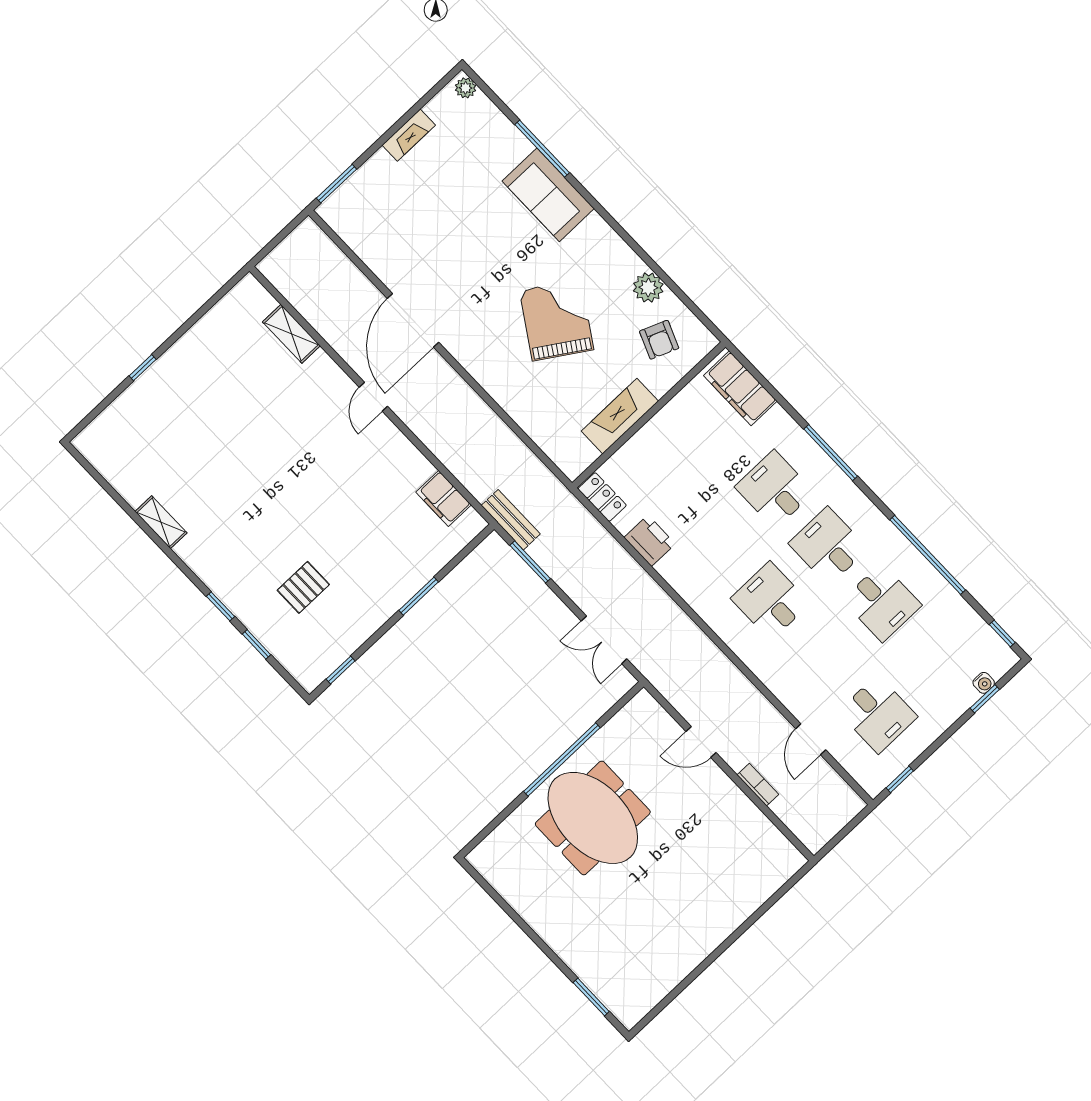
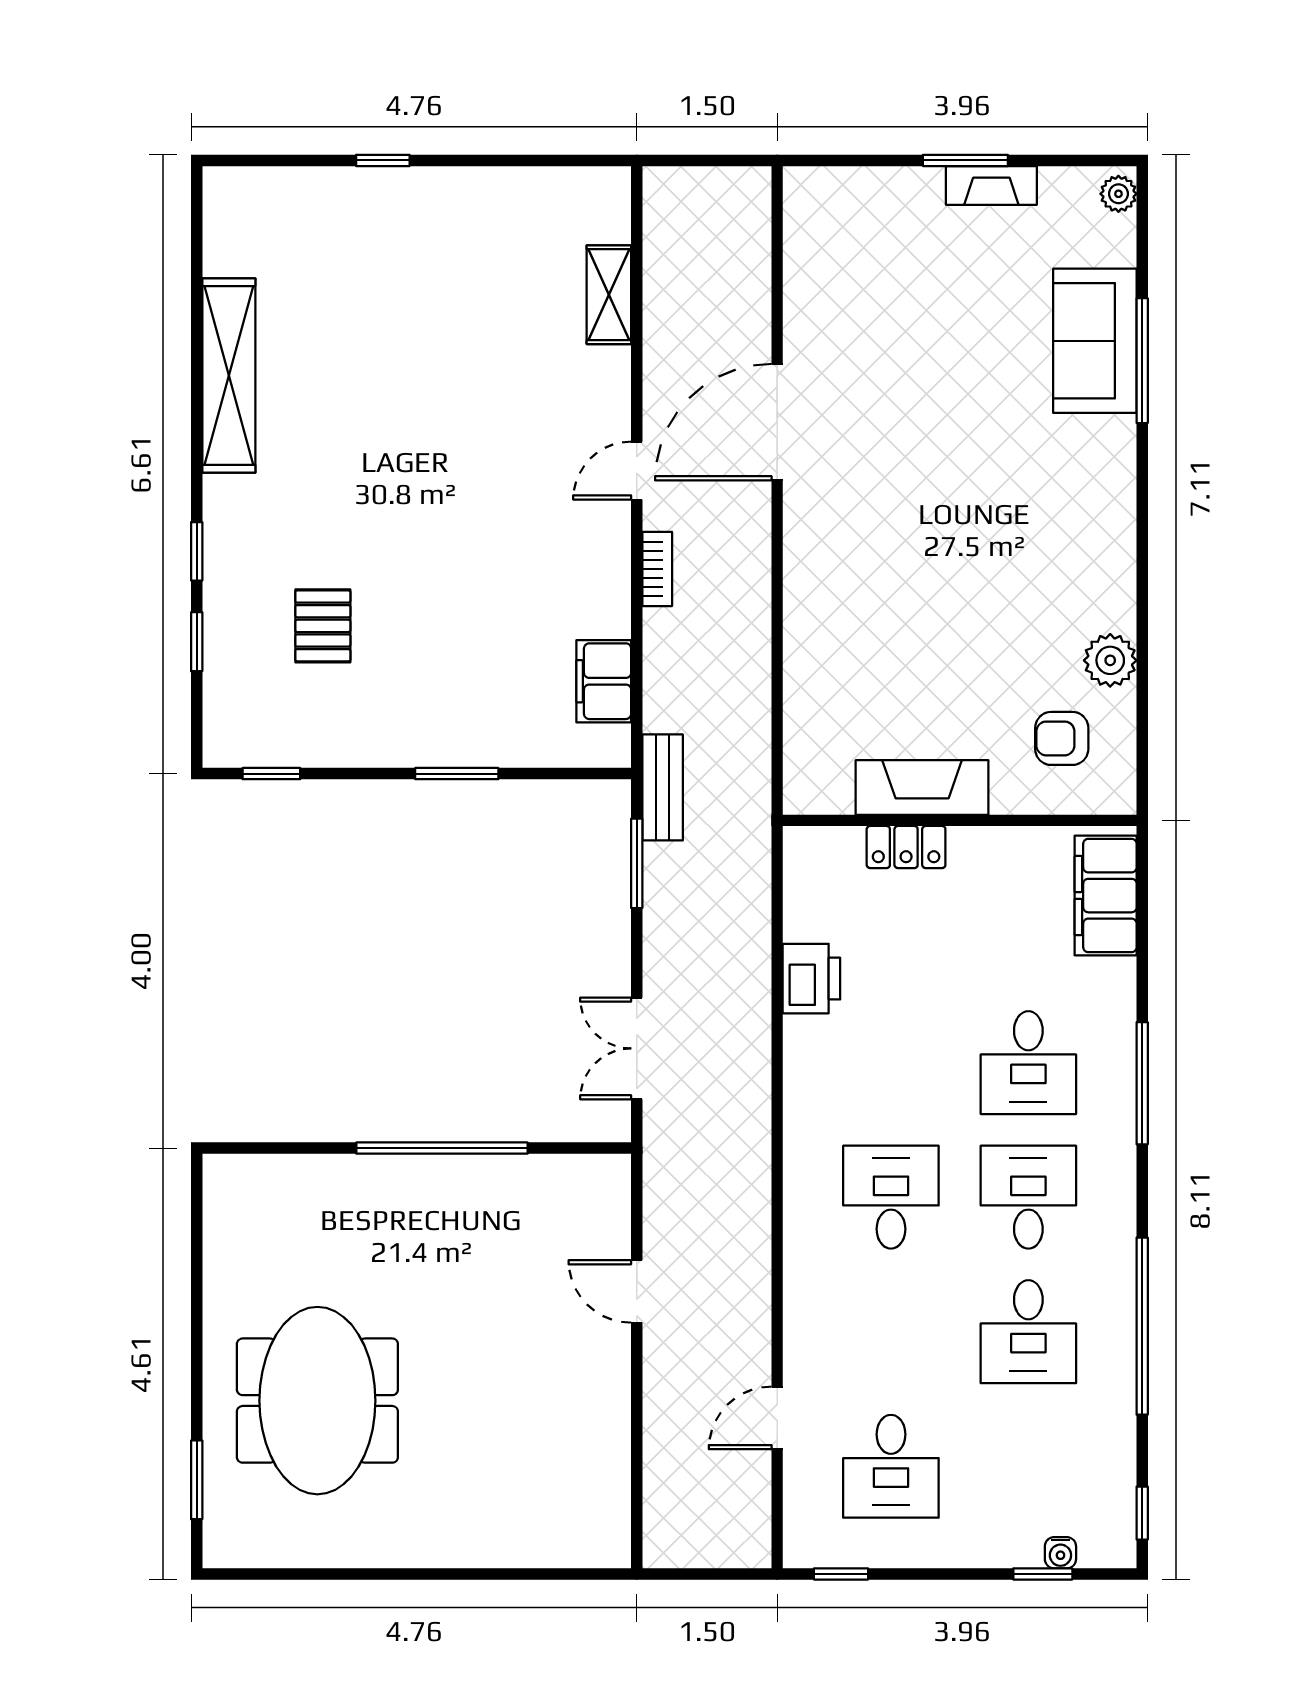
window: (337, 184) -> (965, 160), moved
sofa: (548, 195) -> (1095, 341), moved
grand piano: (557, 320) -> (957, 592), removed
armchair: (659, 340) -> (1062, 738), turned 68
desk: (774, 489) -> (1028, 1063), turned 180
locker: (602, 497) -> (906, 847), moved, turned 90
shelving: (161, 522) -> (229, 376), width x2.20, depth x1.33
pallet: (303, 587) -> (323, 626), turned 90
bookcase: (758, 785) -> (657, 569), moved
meeting table: (593, 818) -> (317, 1401), moved

